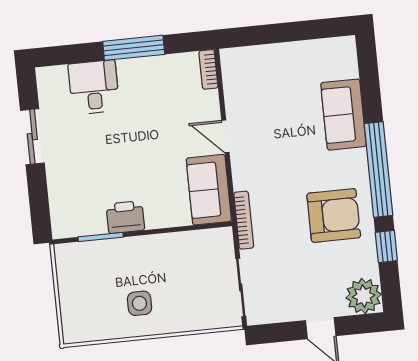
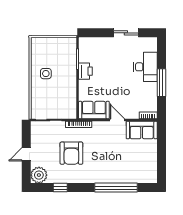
desk: (94, 87) -> (145, 67), width x1.37
sofa: (343, 115) -> (142, 130), moved, turned 180
door: (225, 136) -> (117, 120), hinge flipped
window: (378, 169) -> (116, 188), moved
armchair: (334, 215) -> (71, 153), moved

